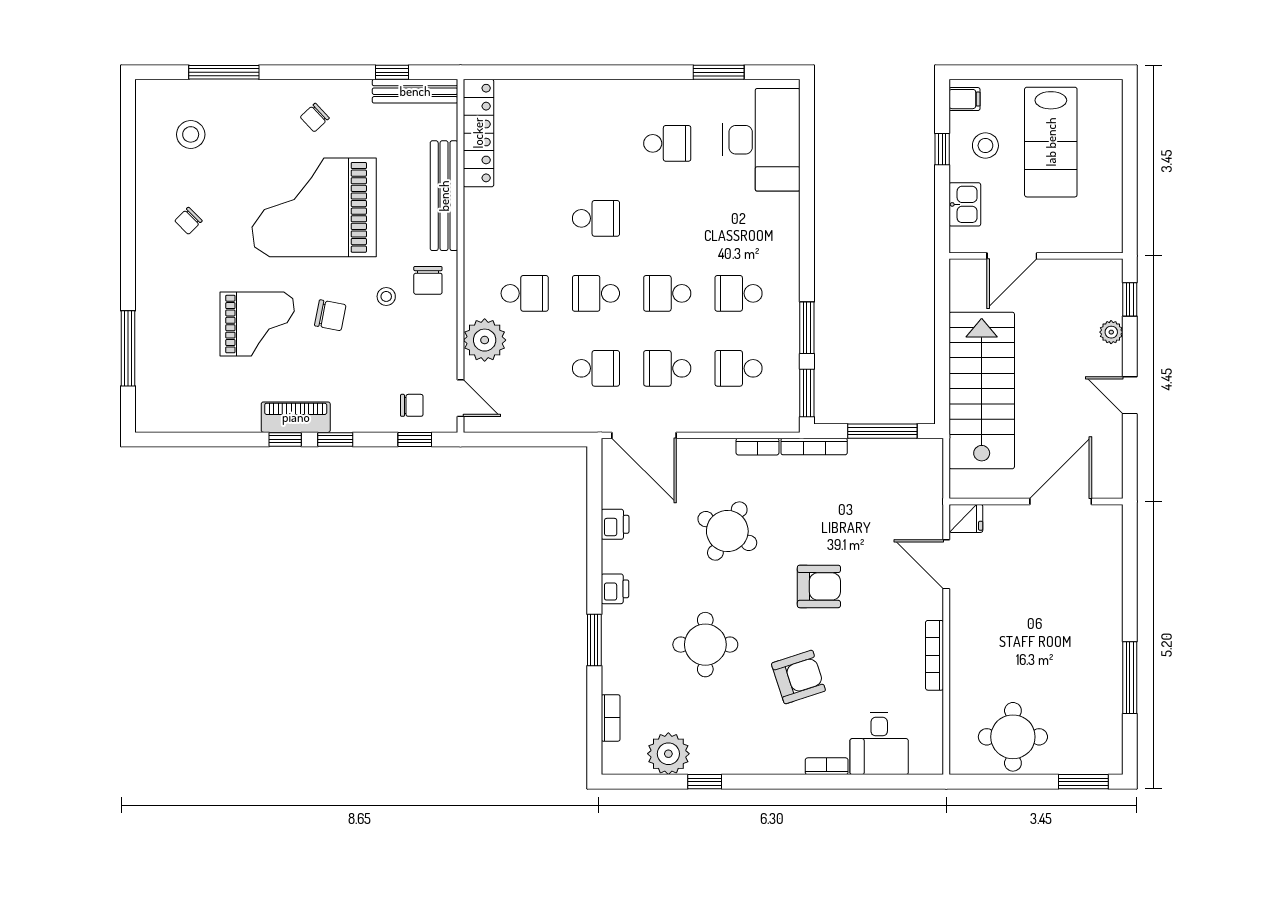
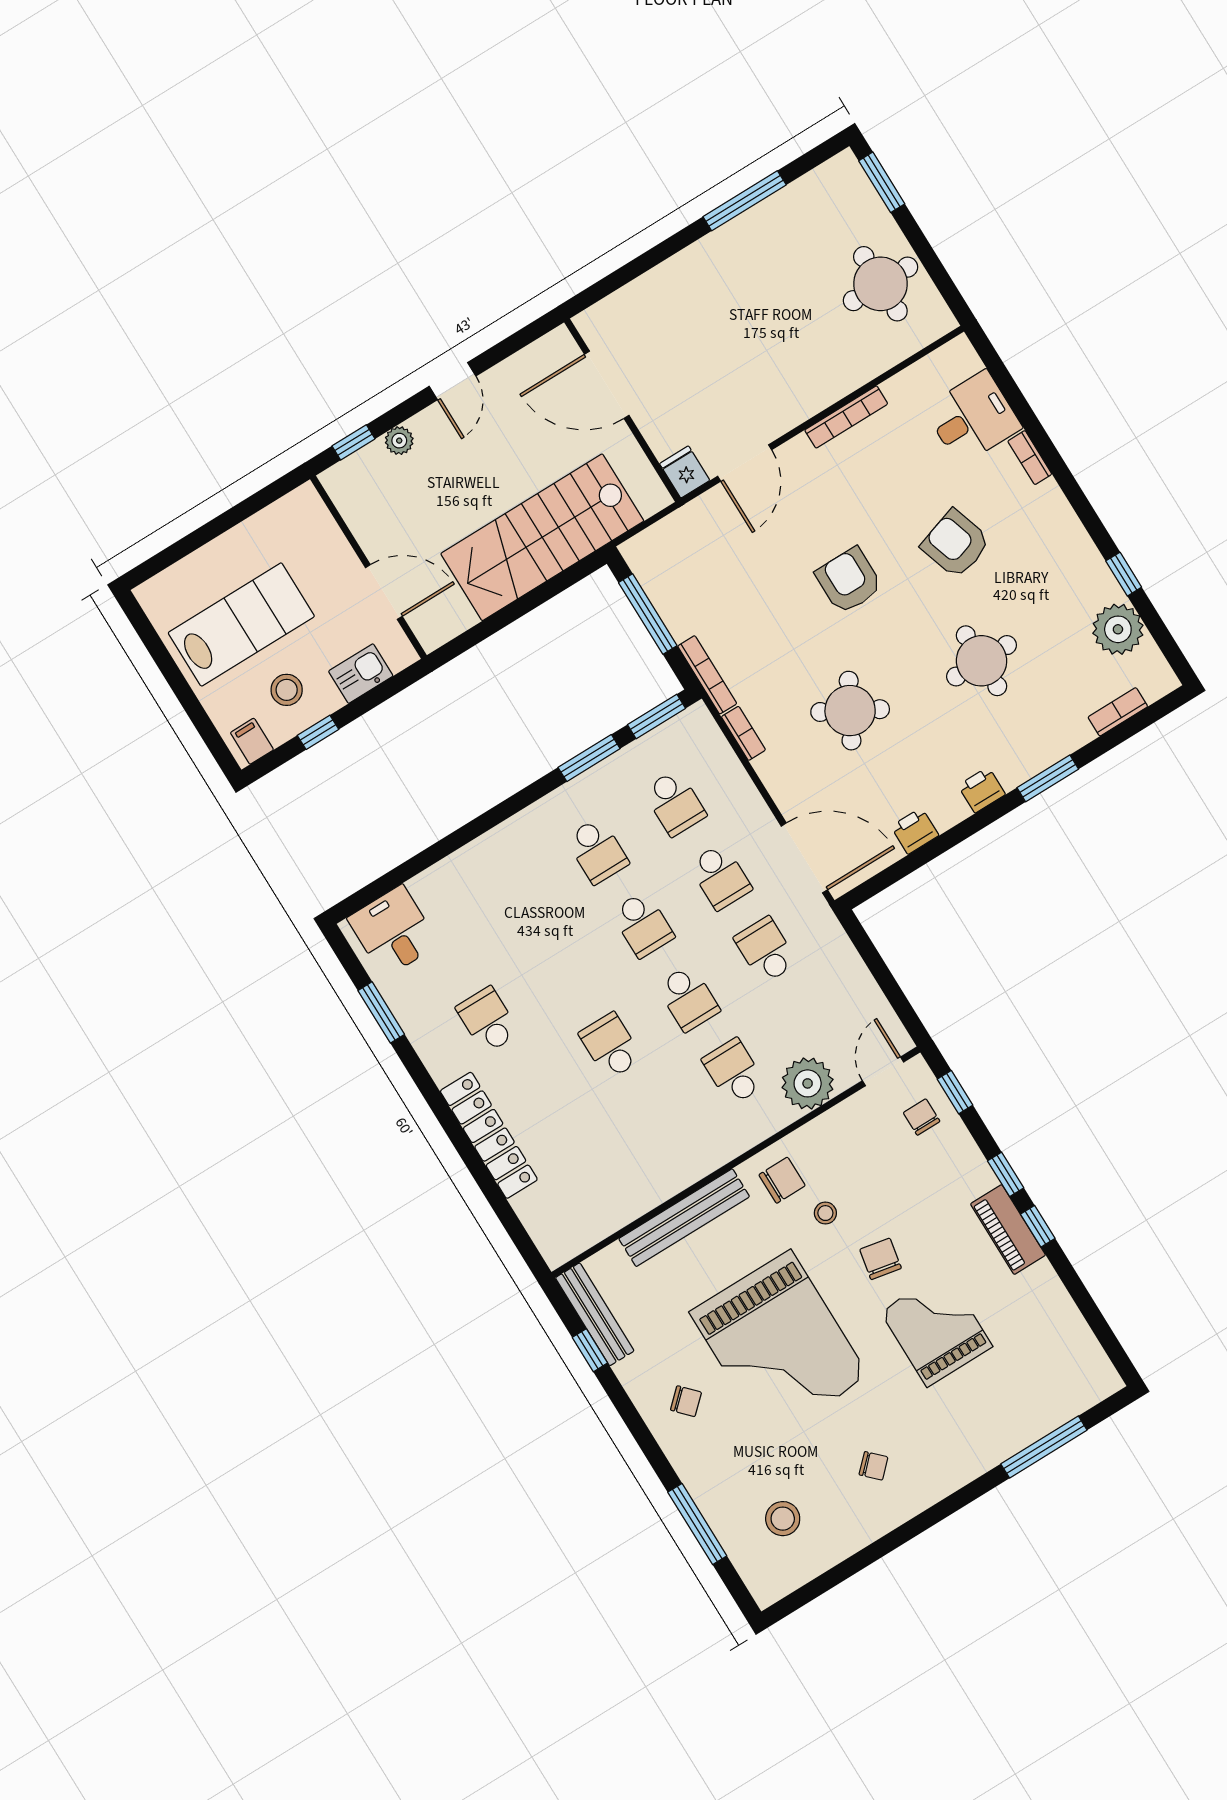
locker: (478, 133) -> (489, 1135), moved, turned 90
desk: (761, 140) -> (393, 931), width x0.53, depth x0.77
door: (644, 435) -> (804, 858), hinge flipped

